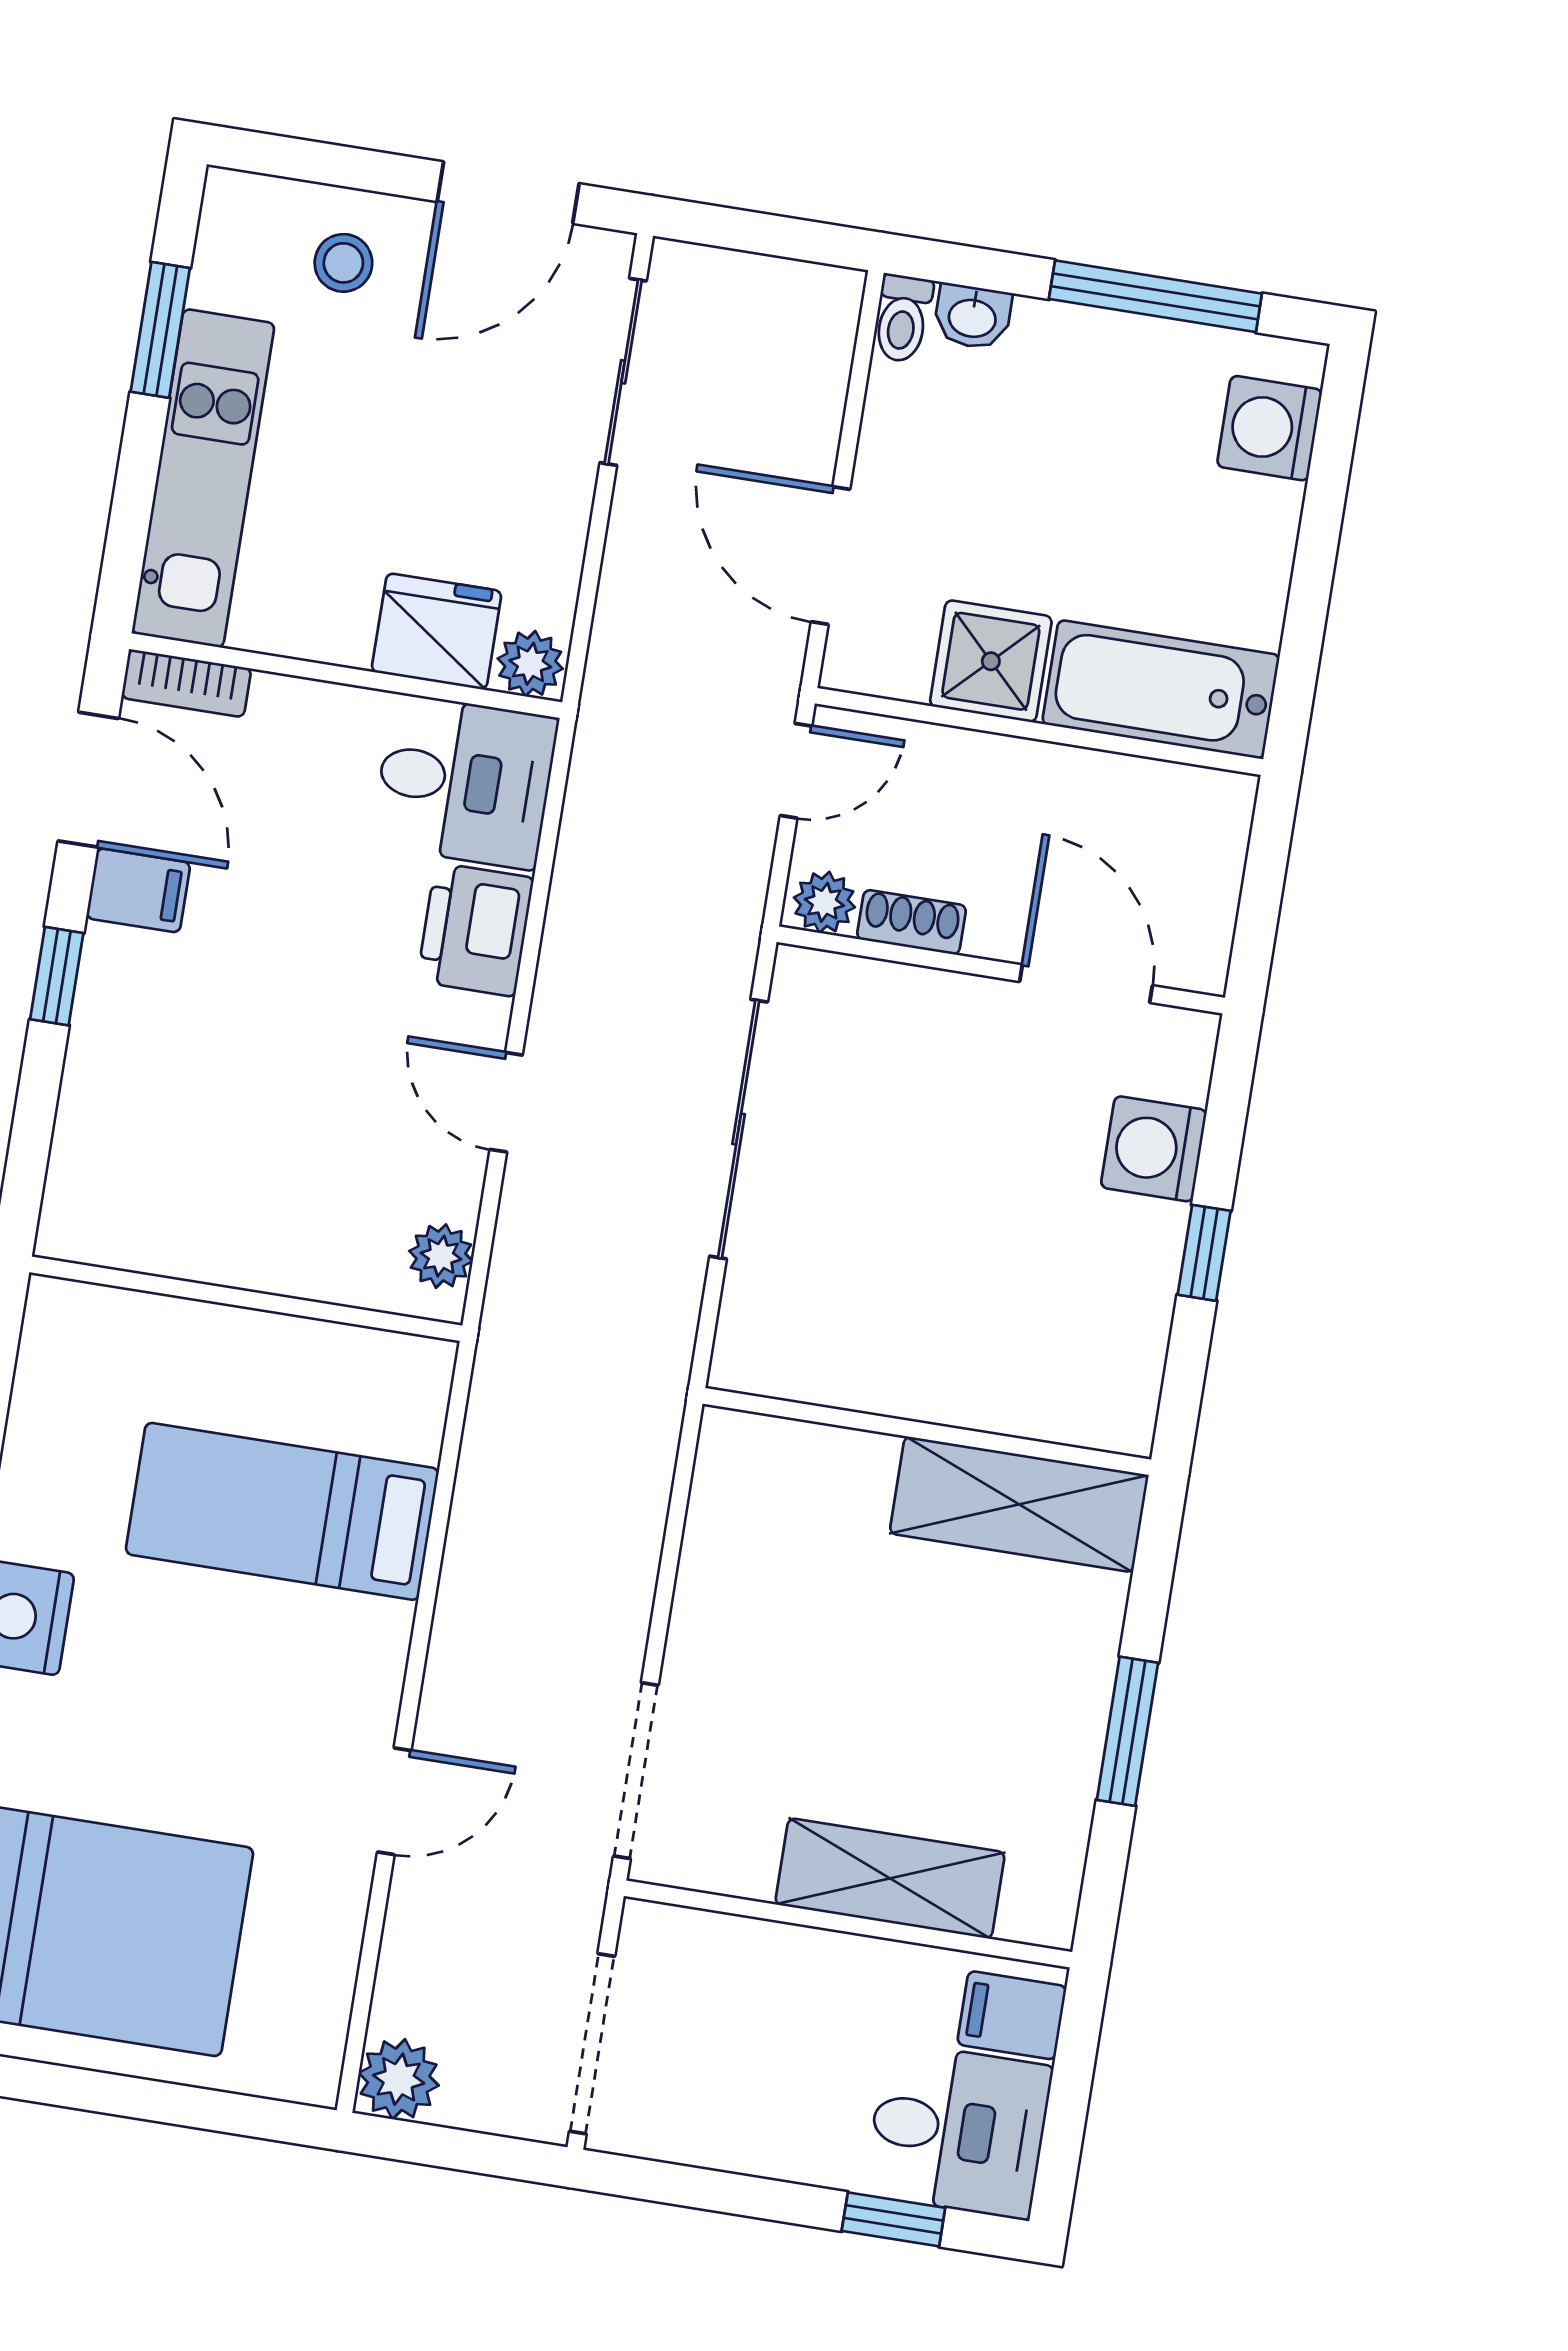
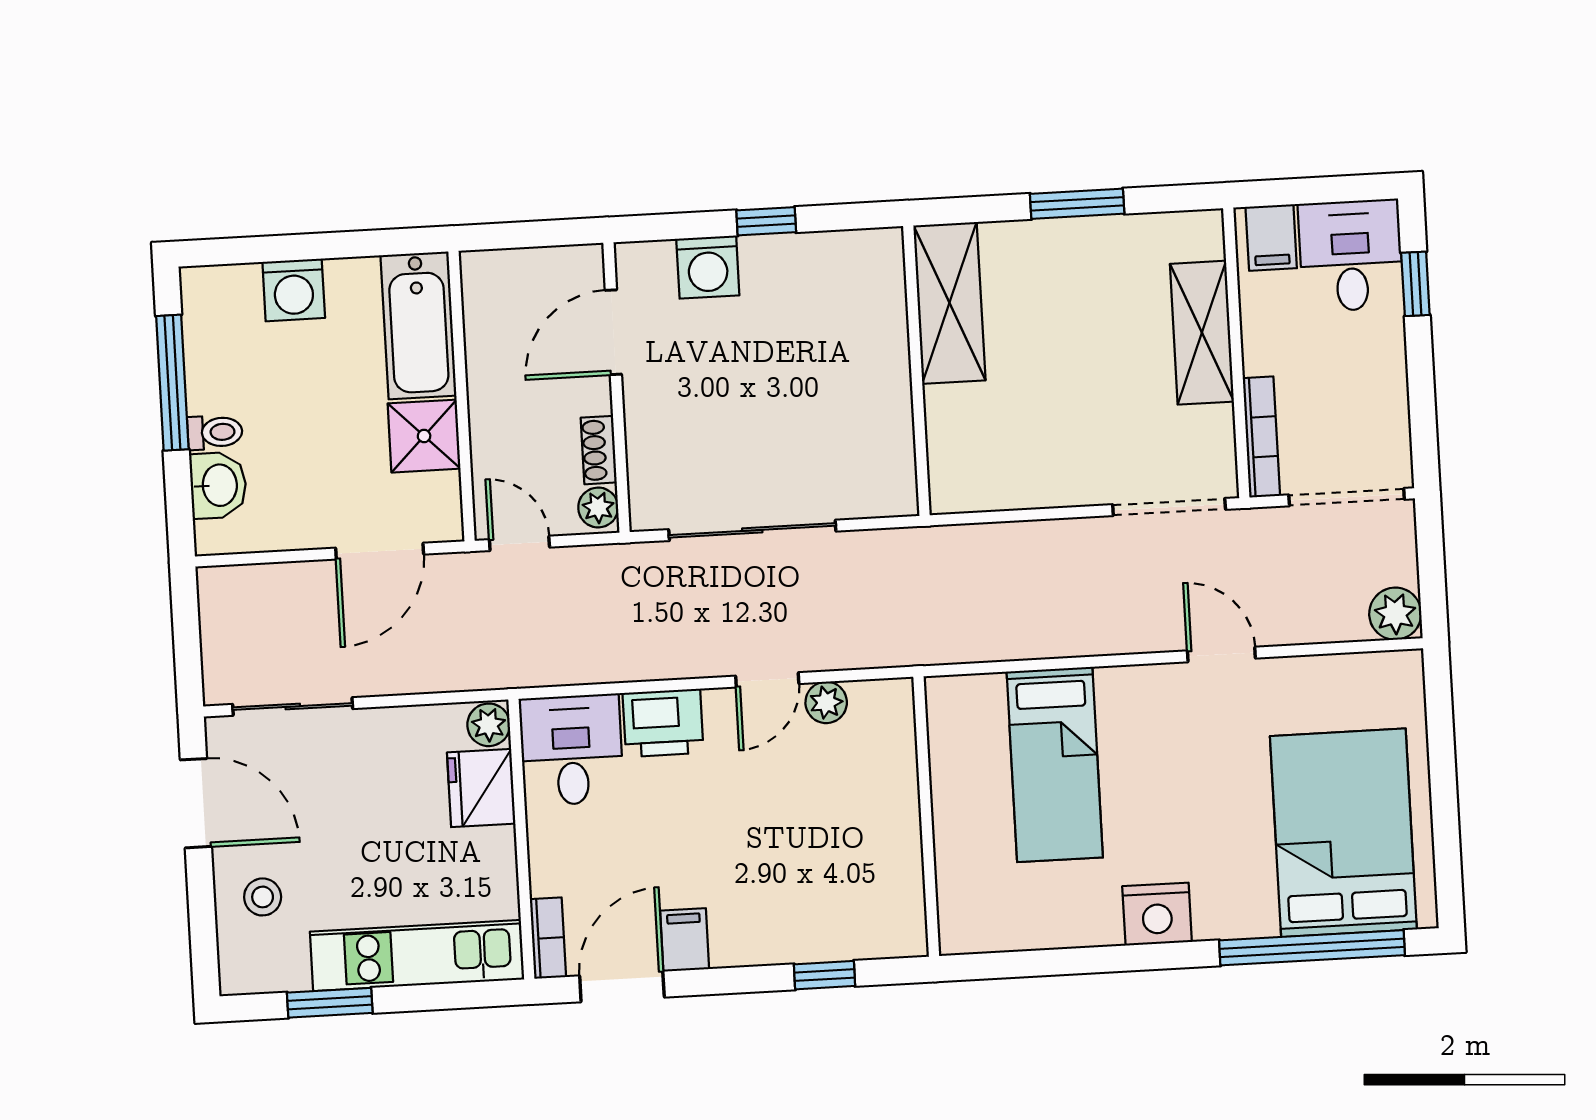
washbasin: (972, 317) -> (218, 485), width x1.38, depth x1.45
toilet: (903, 318) -> (215, 432), moved
washing machine: (1270, 428) -> (294, 290), moved
window: (57, 976) -> (825, 975), moved
plant: (441, 1256) -> (826, 702), moved
bookcase: (712, 1934) -> (1261, 437), added

